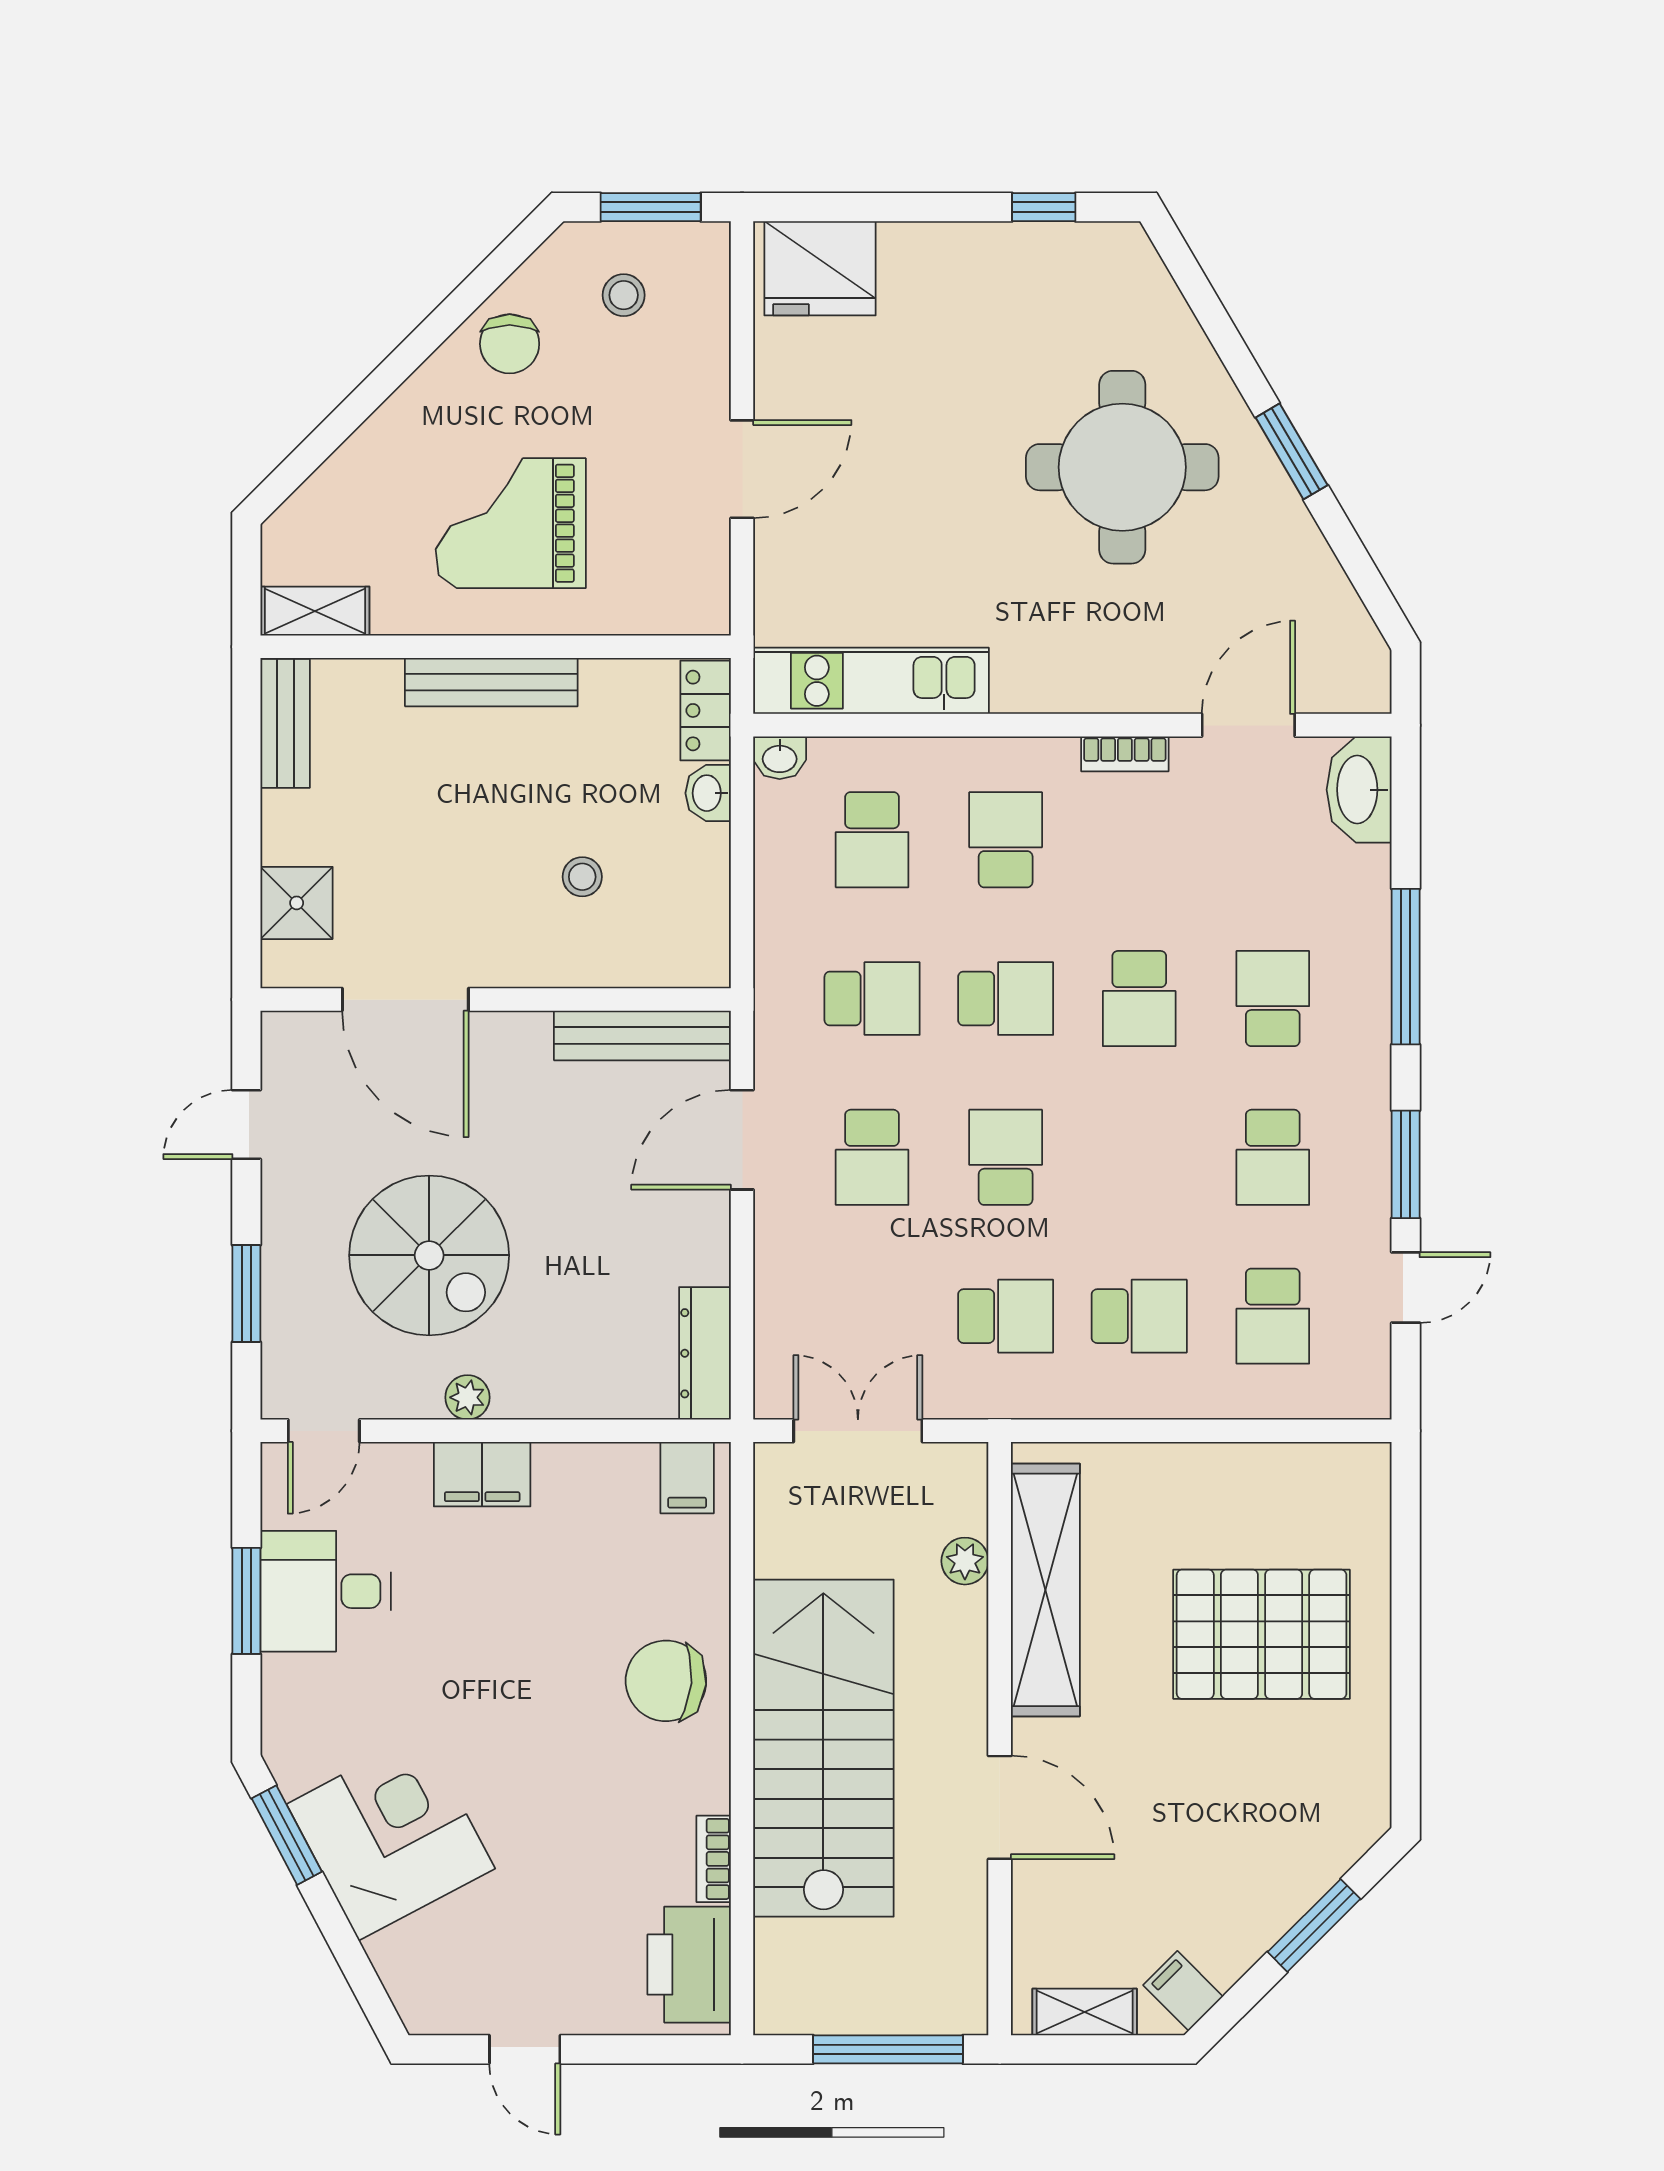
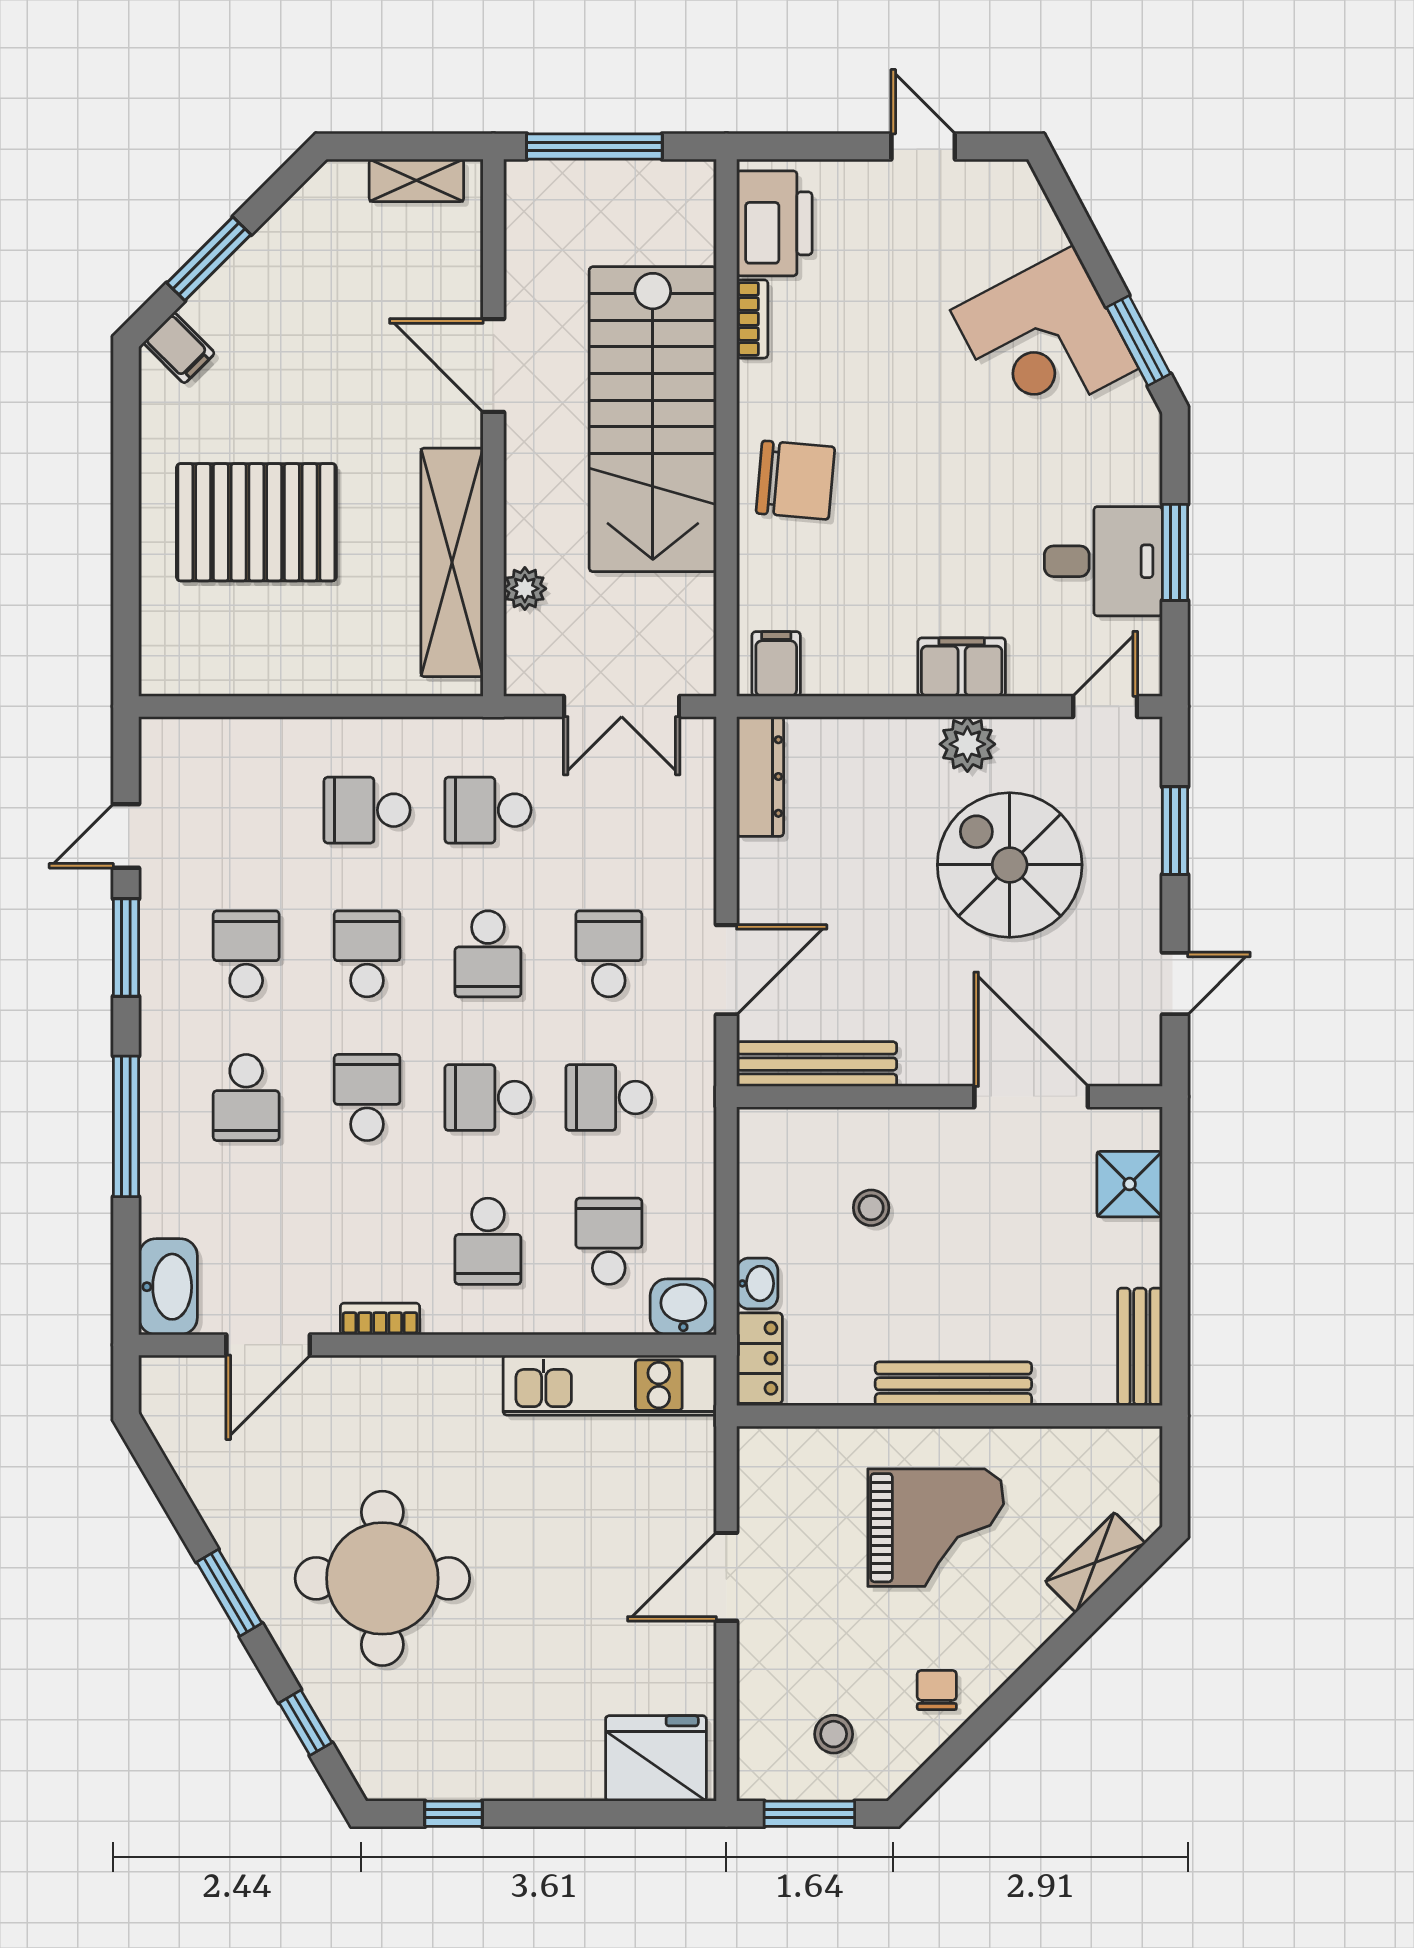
window: (1207, 308) -> (305, 1723), added
chair: (510, 344) -> (937, 1690), width x0.73, depth x0.73
shelving: (315, 611) -> (1095, 1562), moved, turned -45
washbasin: (780, 758) -> (683, 1307), width x1.38, depth x1.45
school desk: (1273, 1316) -> (367, 954), moved
plant: (467, 1397) -> (967, 744), width x1.38, depth x1.38
filing cabinet: (1183, 1991) -> (179, 348), moved

